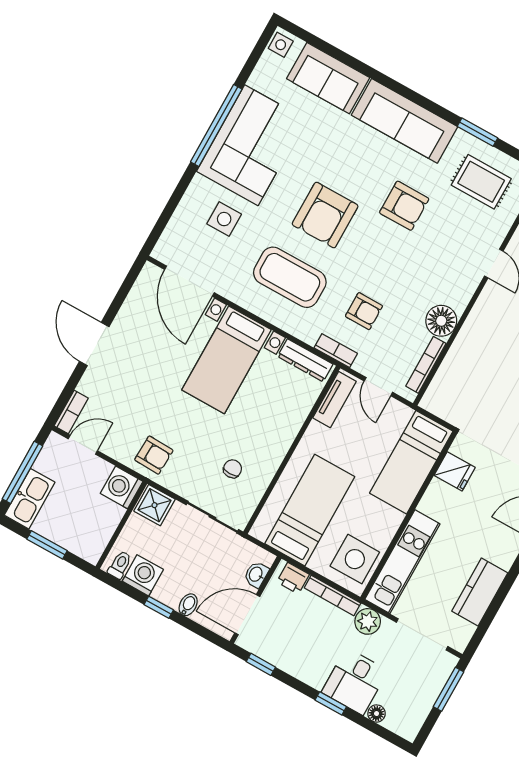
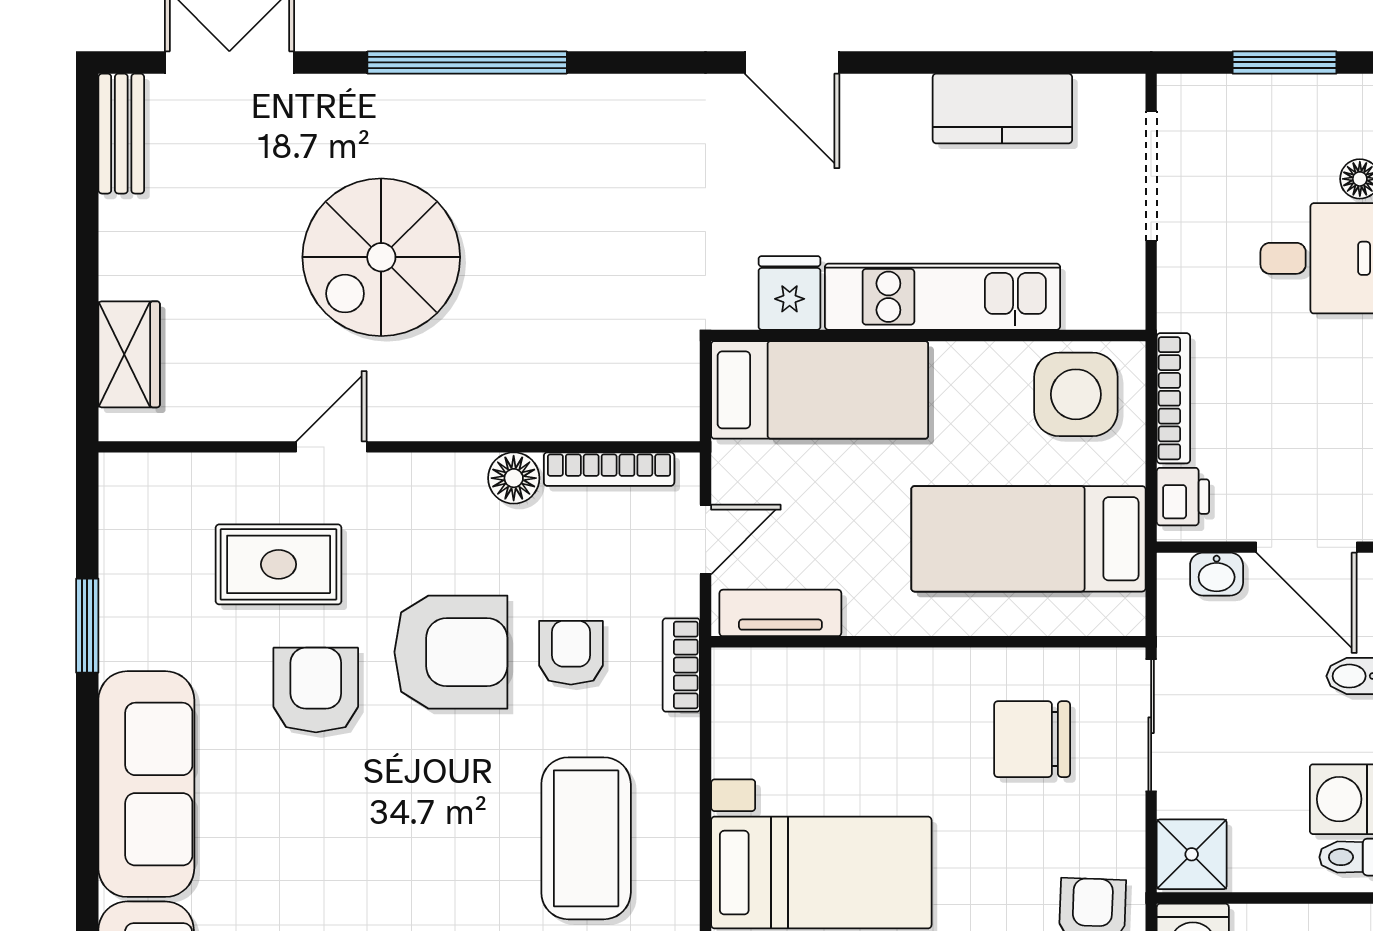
rug: (481, 182) -> (279, 564), moved, turned 90
armchair: (325, 215) -> (451, 652), moved
floor lamp: (441, 321) -> (514, 478), width x0.73, depth x0.73
dresser: (305, 360) -> (735, 715), removed
chair: (232, 469) -> (1032, 739), width x1.87, depth x1.87
kitchen unit: (402, 562) -> (943, 297), moved
plant: (368, 621) -> (1186, 299), removed
window: (448, 689) -> (1285, 62), moved

